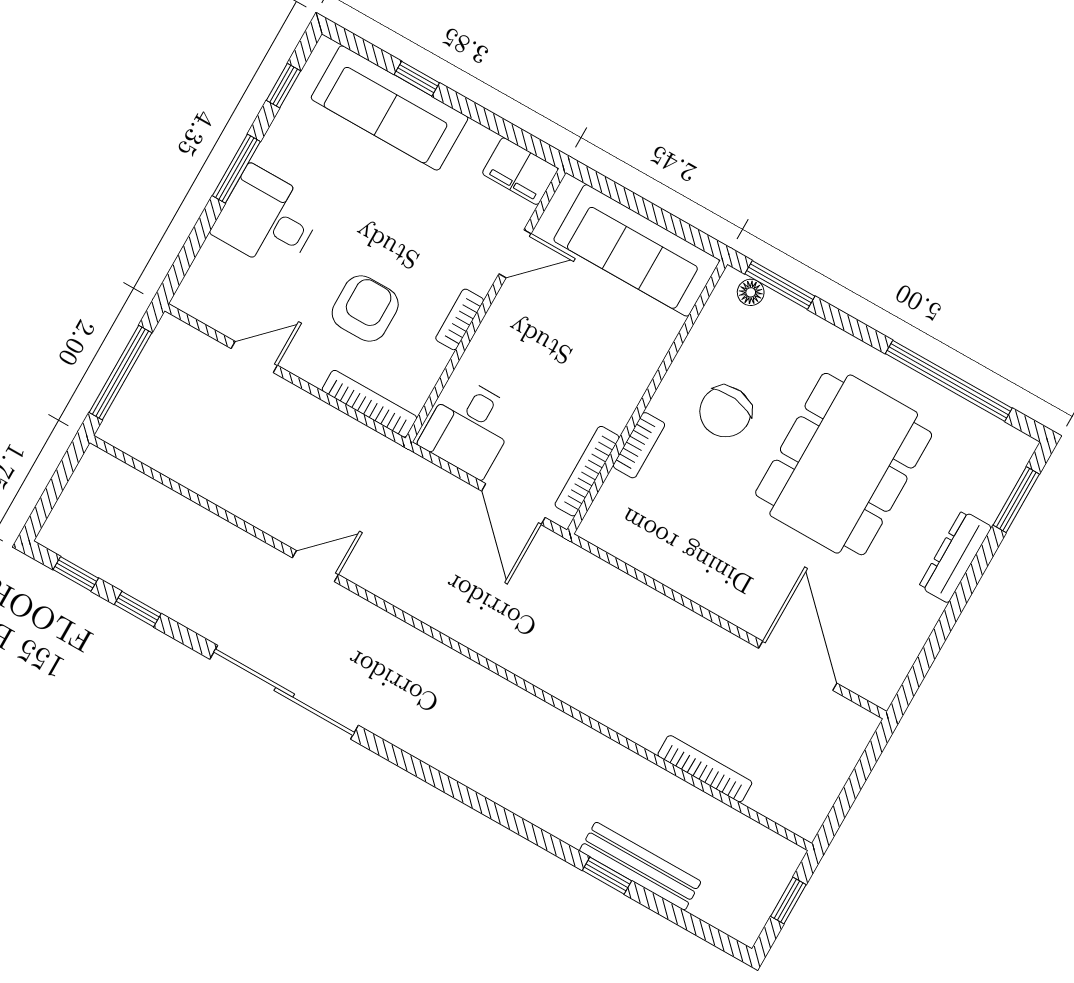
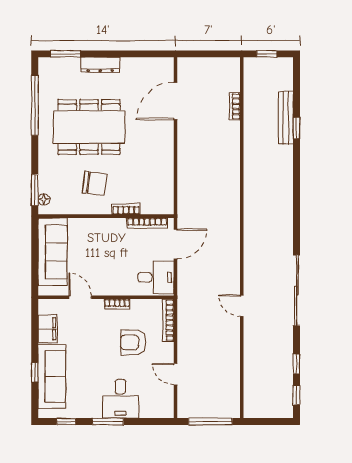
filing cabinet: (520, 171) -> (47, 329), moved
bookcase: (705, 769) -> (235, 106), width x0.64

